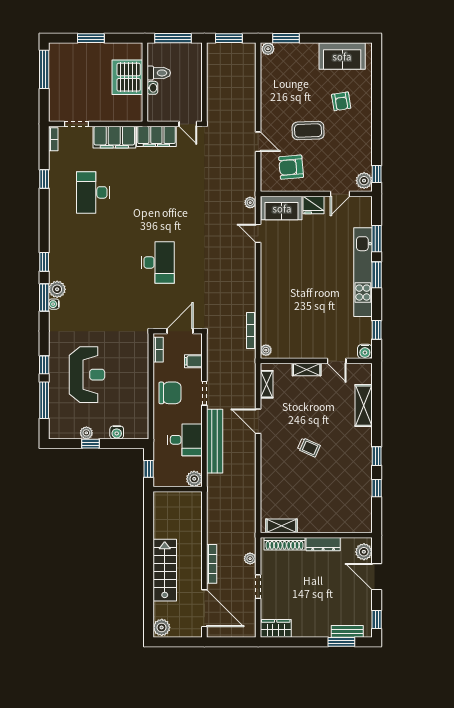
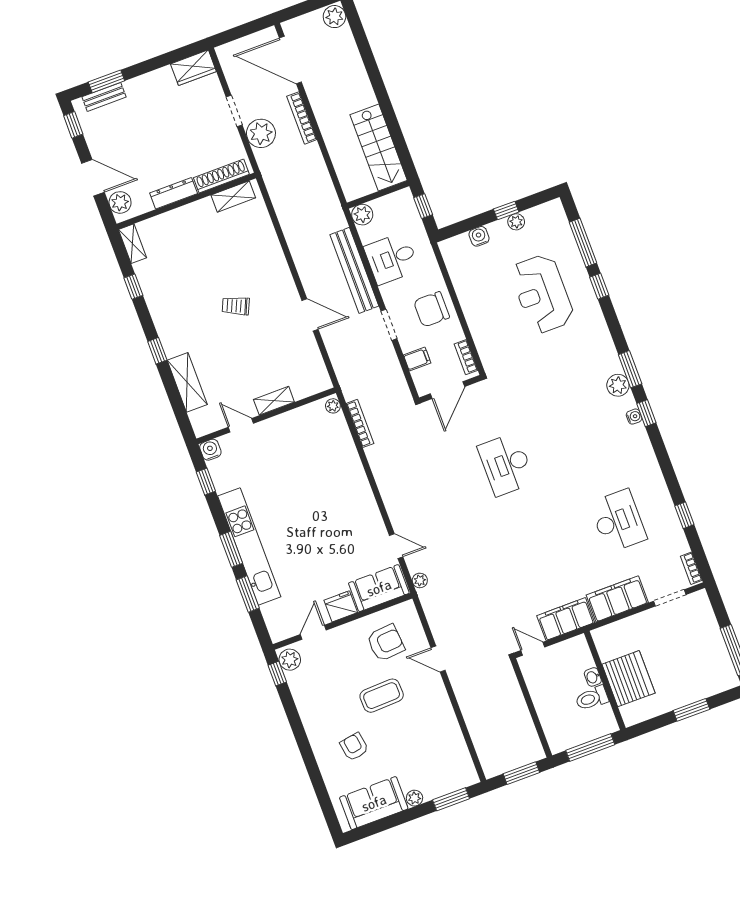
plant: (268, 49) -> (414, 798), moved
water cooler: (54, 304) -> (634, 417), moved
shelving: (267, 384) -> (132, 244), moved
window: (377, 456) -> (157, 351), moved
plant: (250, 559) -> (261, 133), width x1.88, depth x1.88
stairs: (165, 570) -> (379, 148), moved

